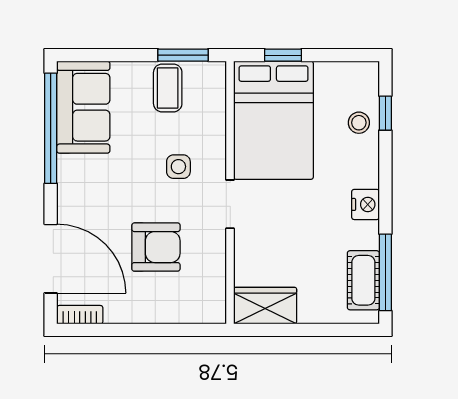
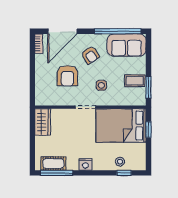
armchair: (107, 193) -> (90, 55), added

